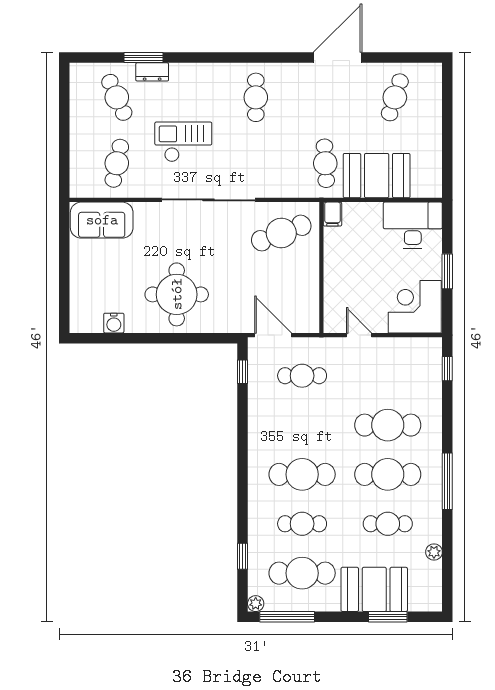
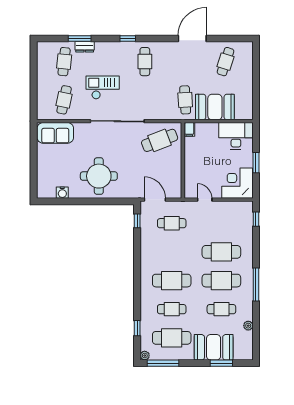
window: (227, 58) -> (128, 39), added
cafe table: (117, 97) -> (64, 62), turned 30

